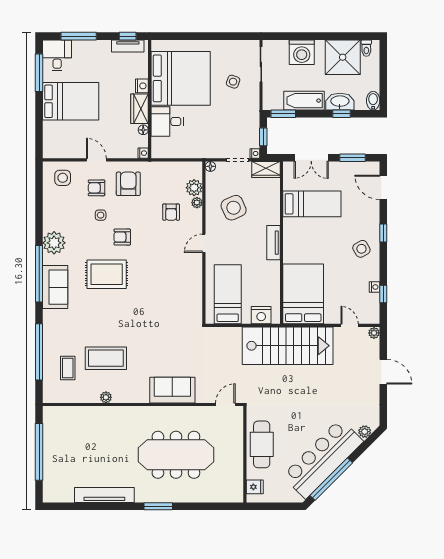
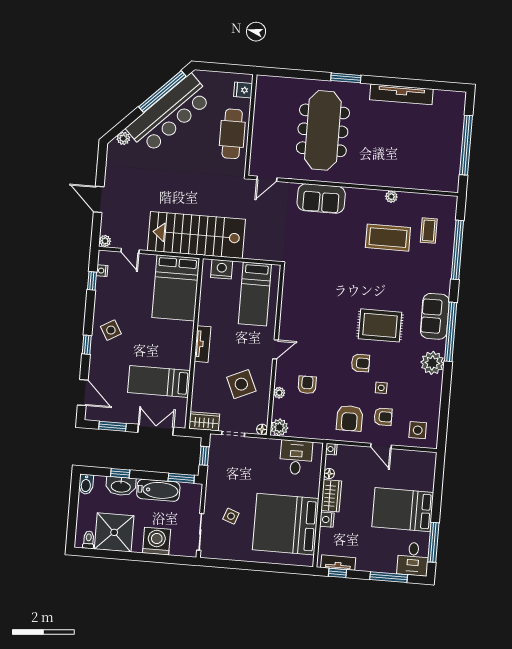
desk: (167, 122) -> (296, 457), moved, turned -90
nightstand: (255, 154) -> (214, 439), removed
plant: (194, 188) -> (279, 427), moved
nightstand: (375, 287) -> (102, 271), moved
meeting table: (176, 455) -> (323, 130), turned 90

